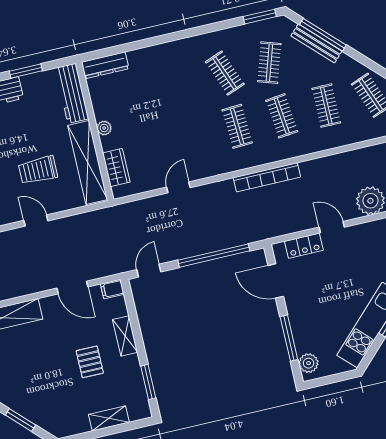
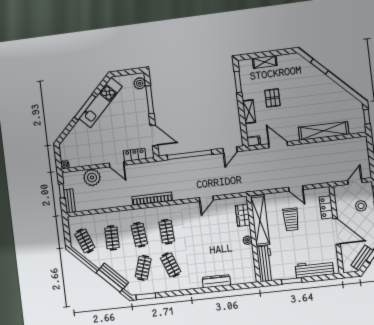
dresser: (105, 65) -> (216, 281), moved
trolley: (38, 170) -> (291, 219), turned 90

